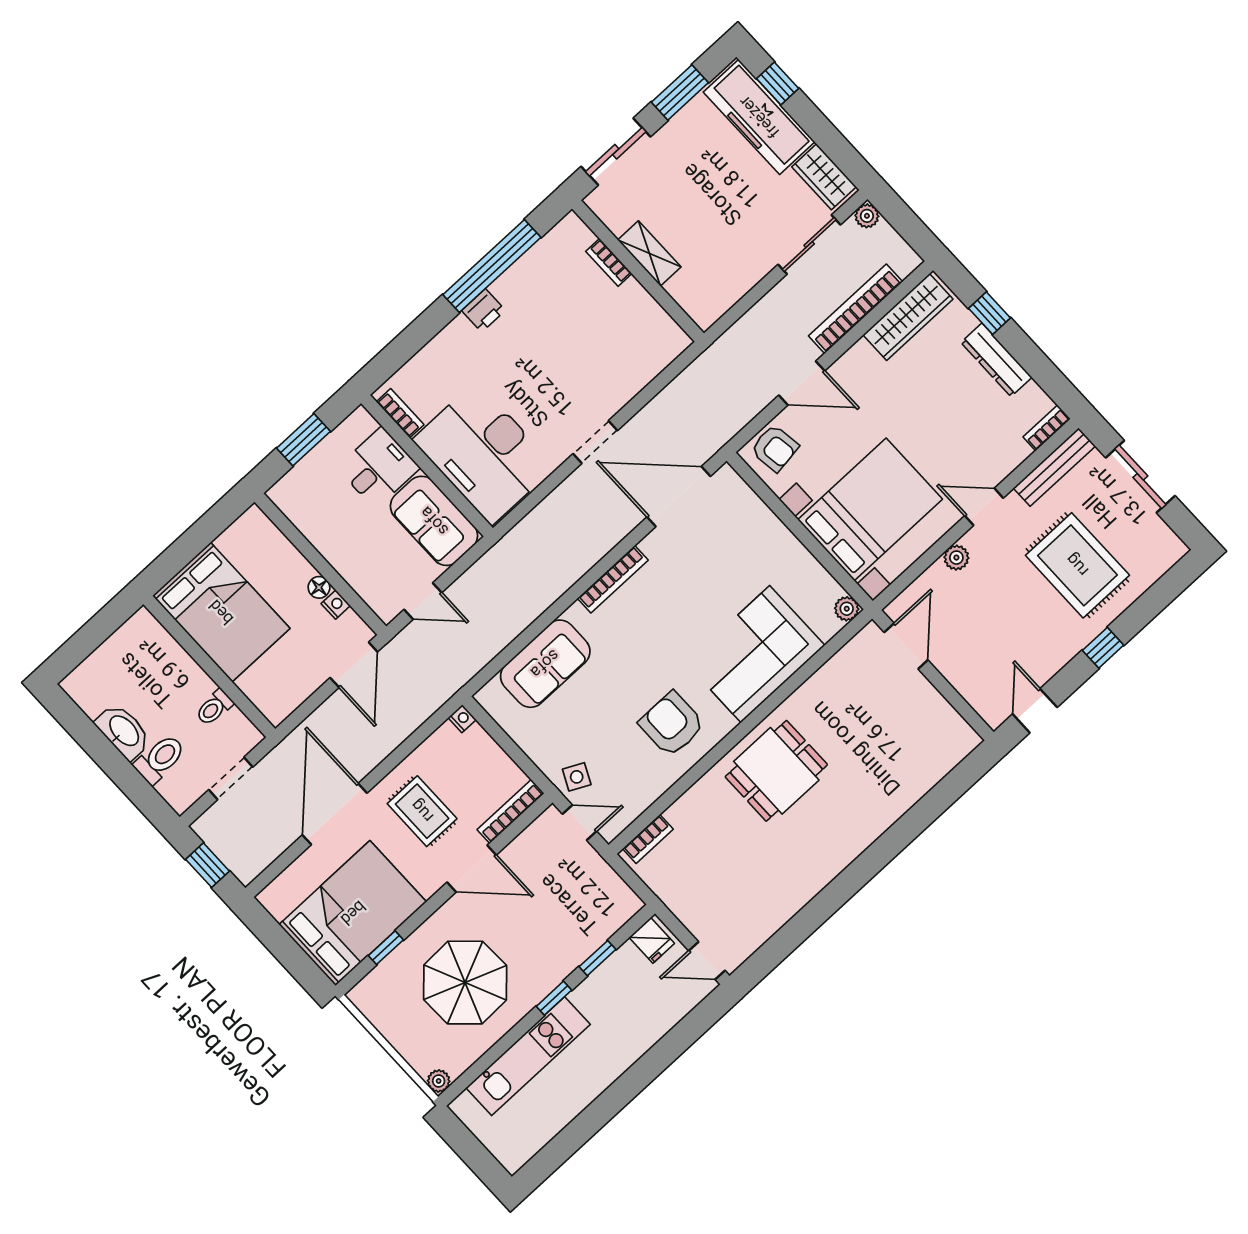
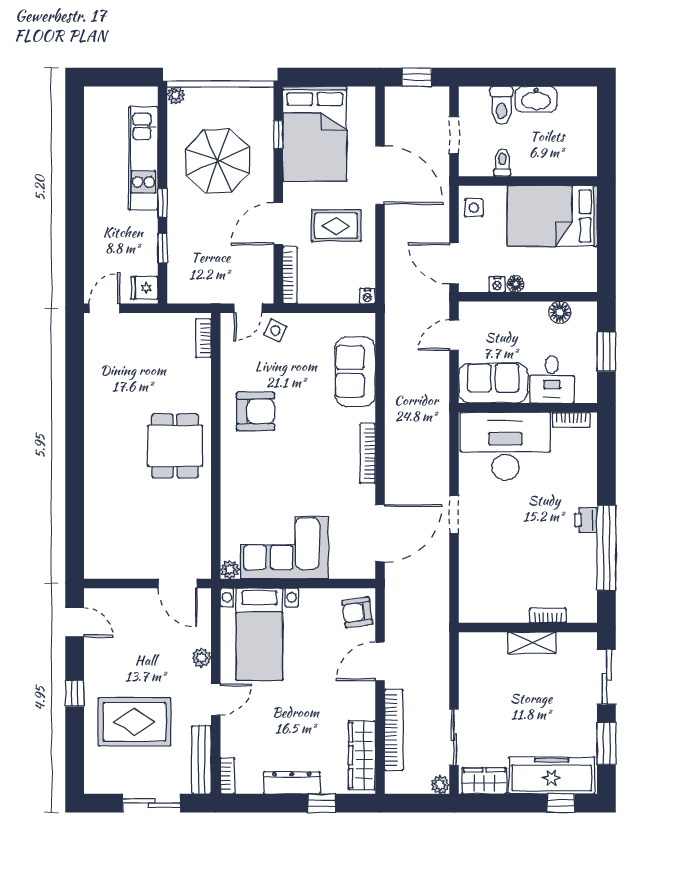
bed with nightstands: (870, 509) -> (259, 634), width x0.73
floor lamp: (307, 520) -> (560, 312), added
corner sofa: (755, 654) -> (285, 548), moved, turned -90
side table: (283, 695) -> (474, 208), added

